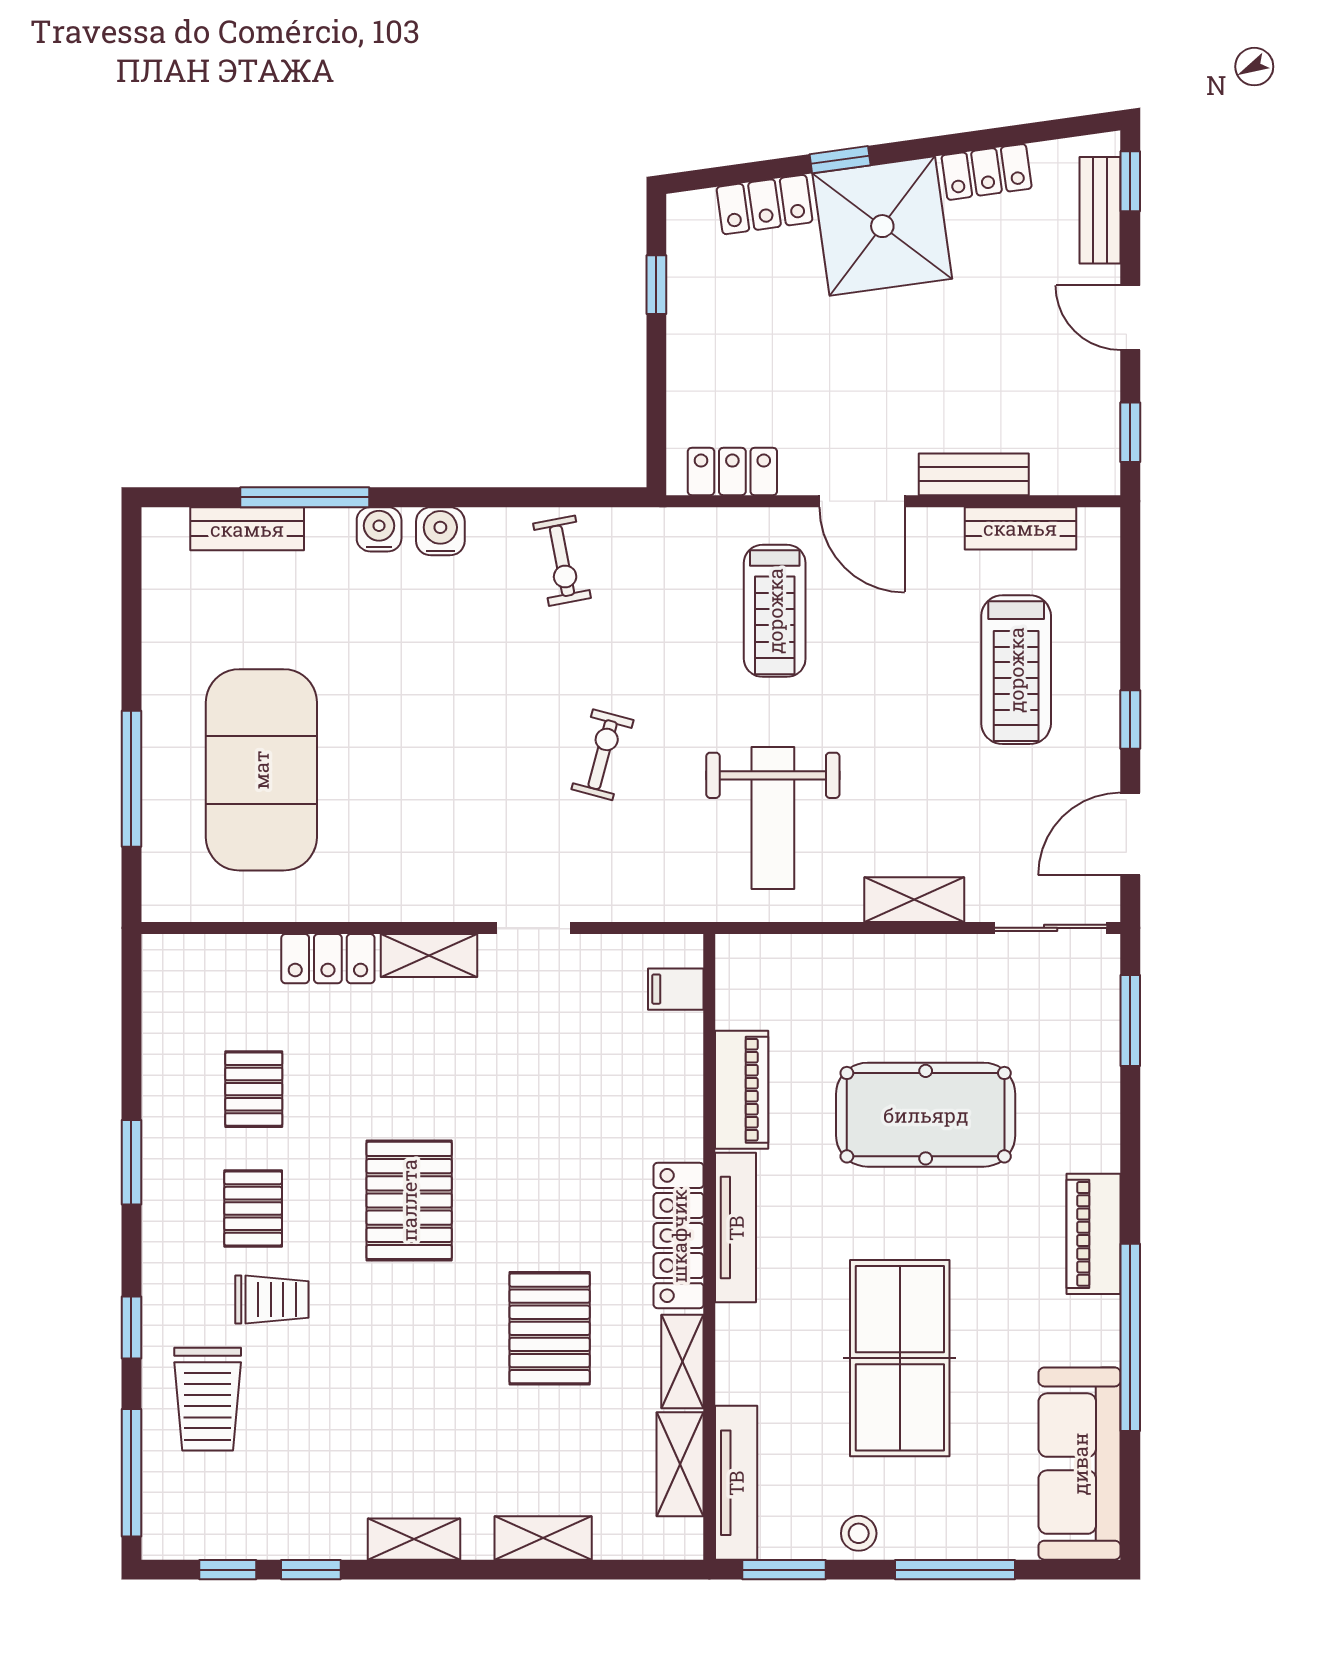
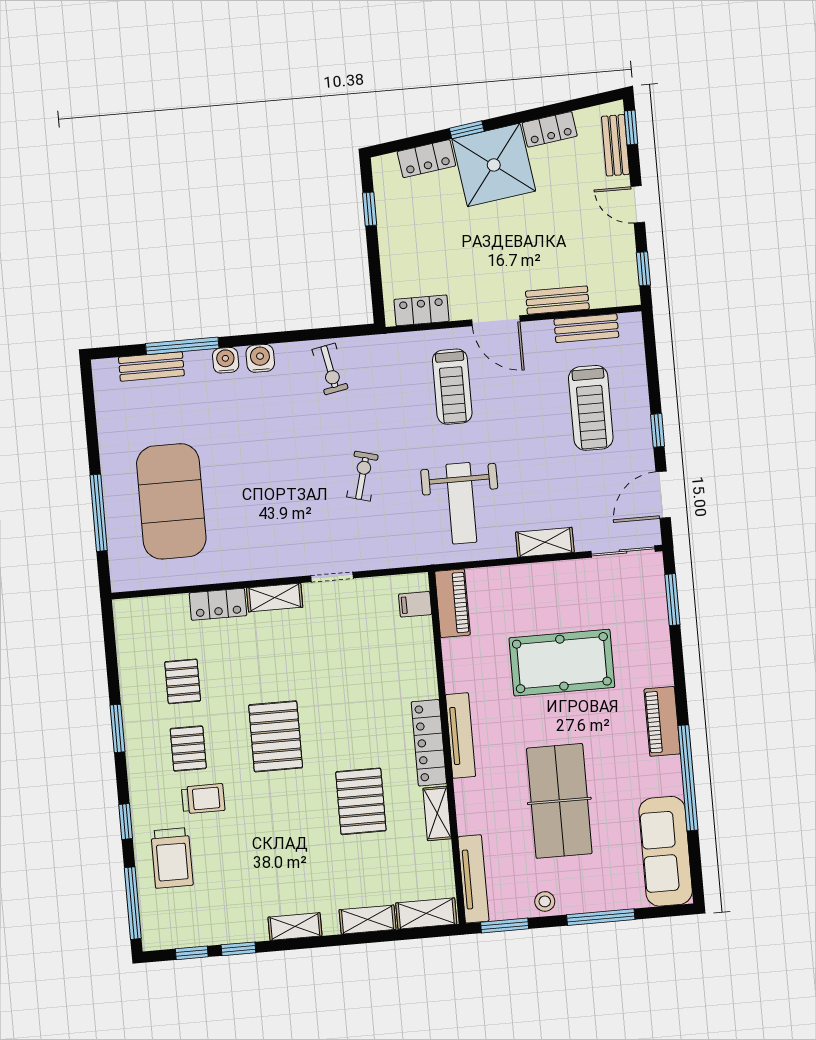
piano: (742, 1090) -> (452, 603), moved
shelving: (680, 1464) -> (426, 913), moved, turned 90

